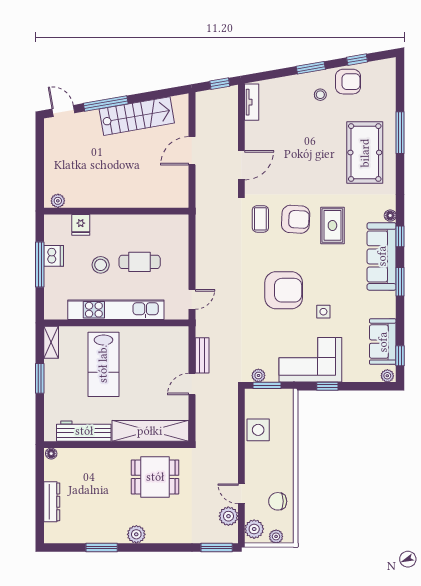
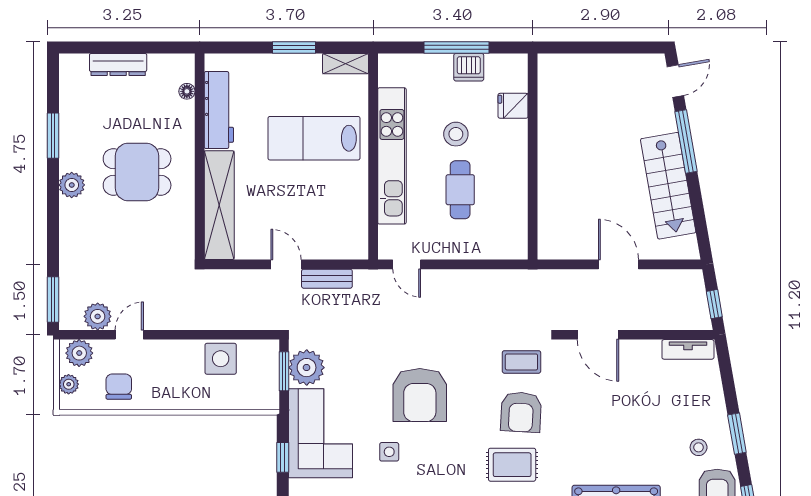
plant: (58, 201) -> (547, 73), removed
plant: (258, 375) -> (307, 368), width x1.87, depth x1.87
floor lamp: (51, 454) -> (187, 91), moved
dining table: (155, 477) -> (137, 172), moved, turned 90

